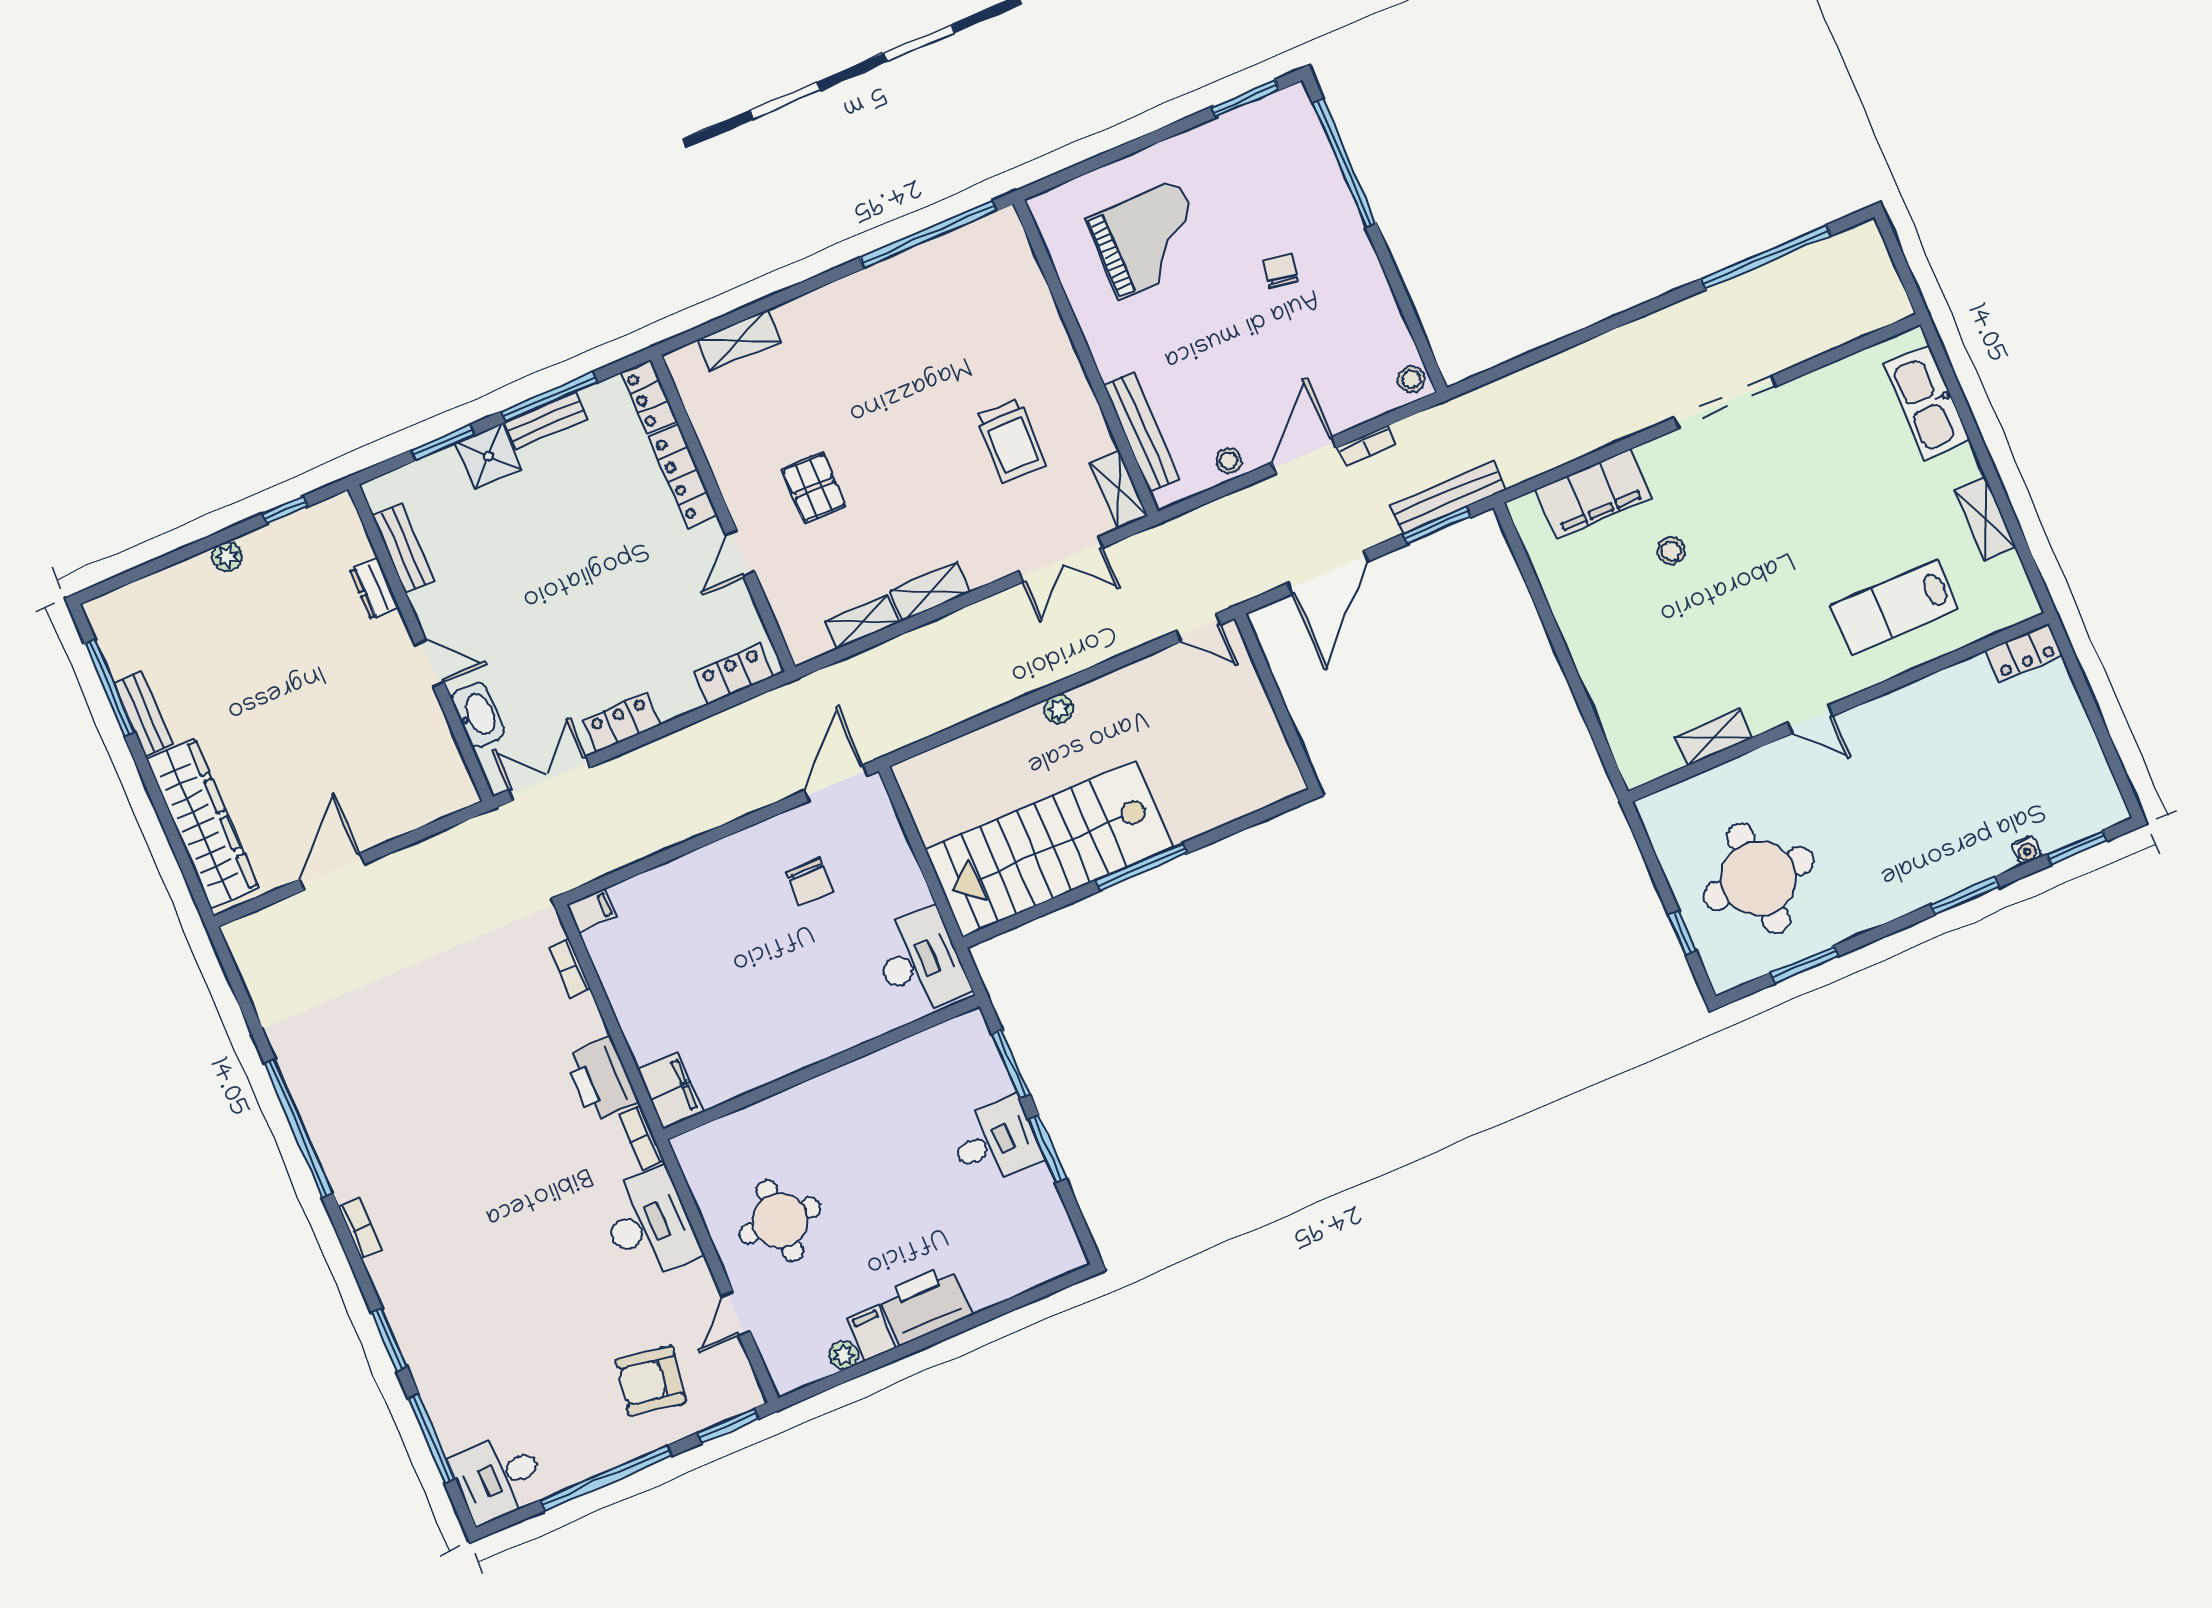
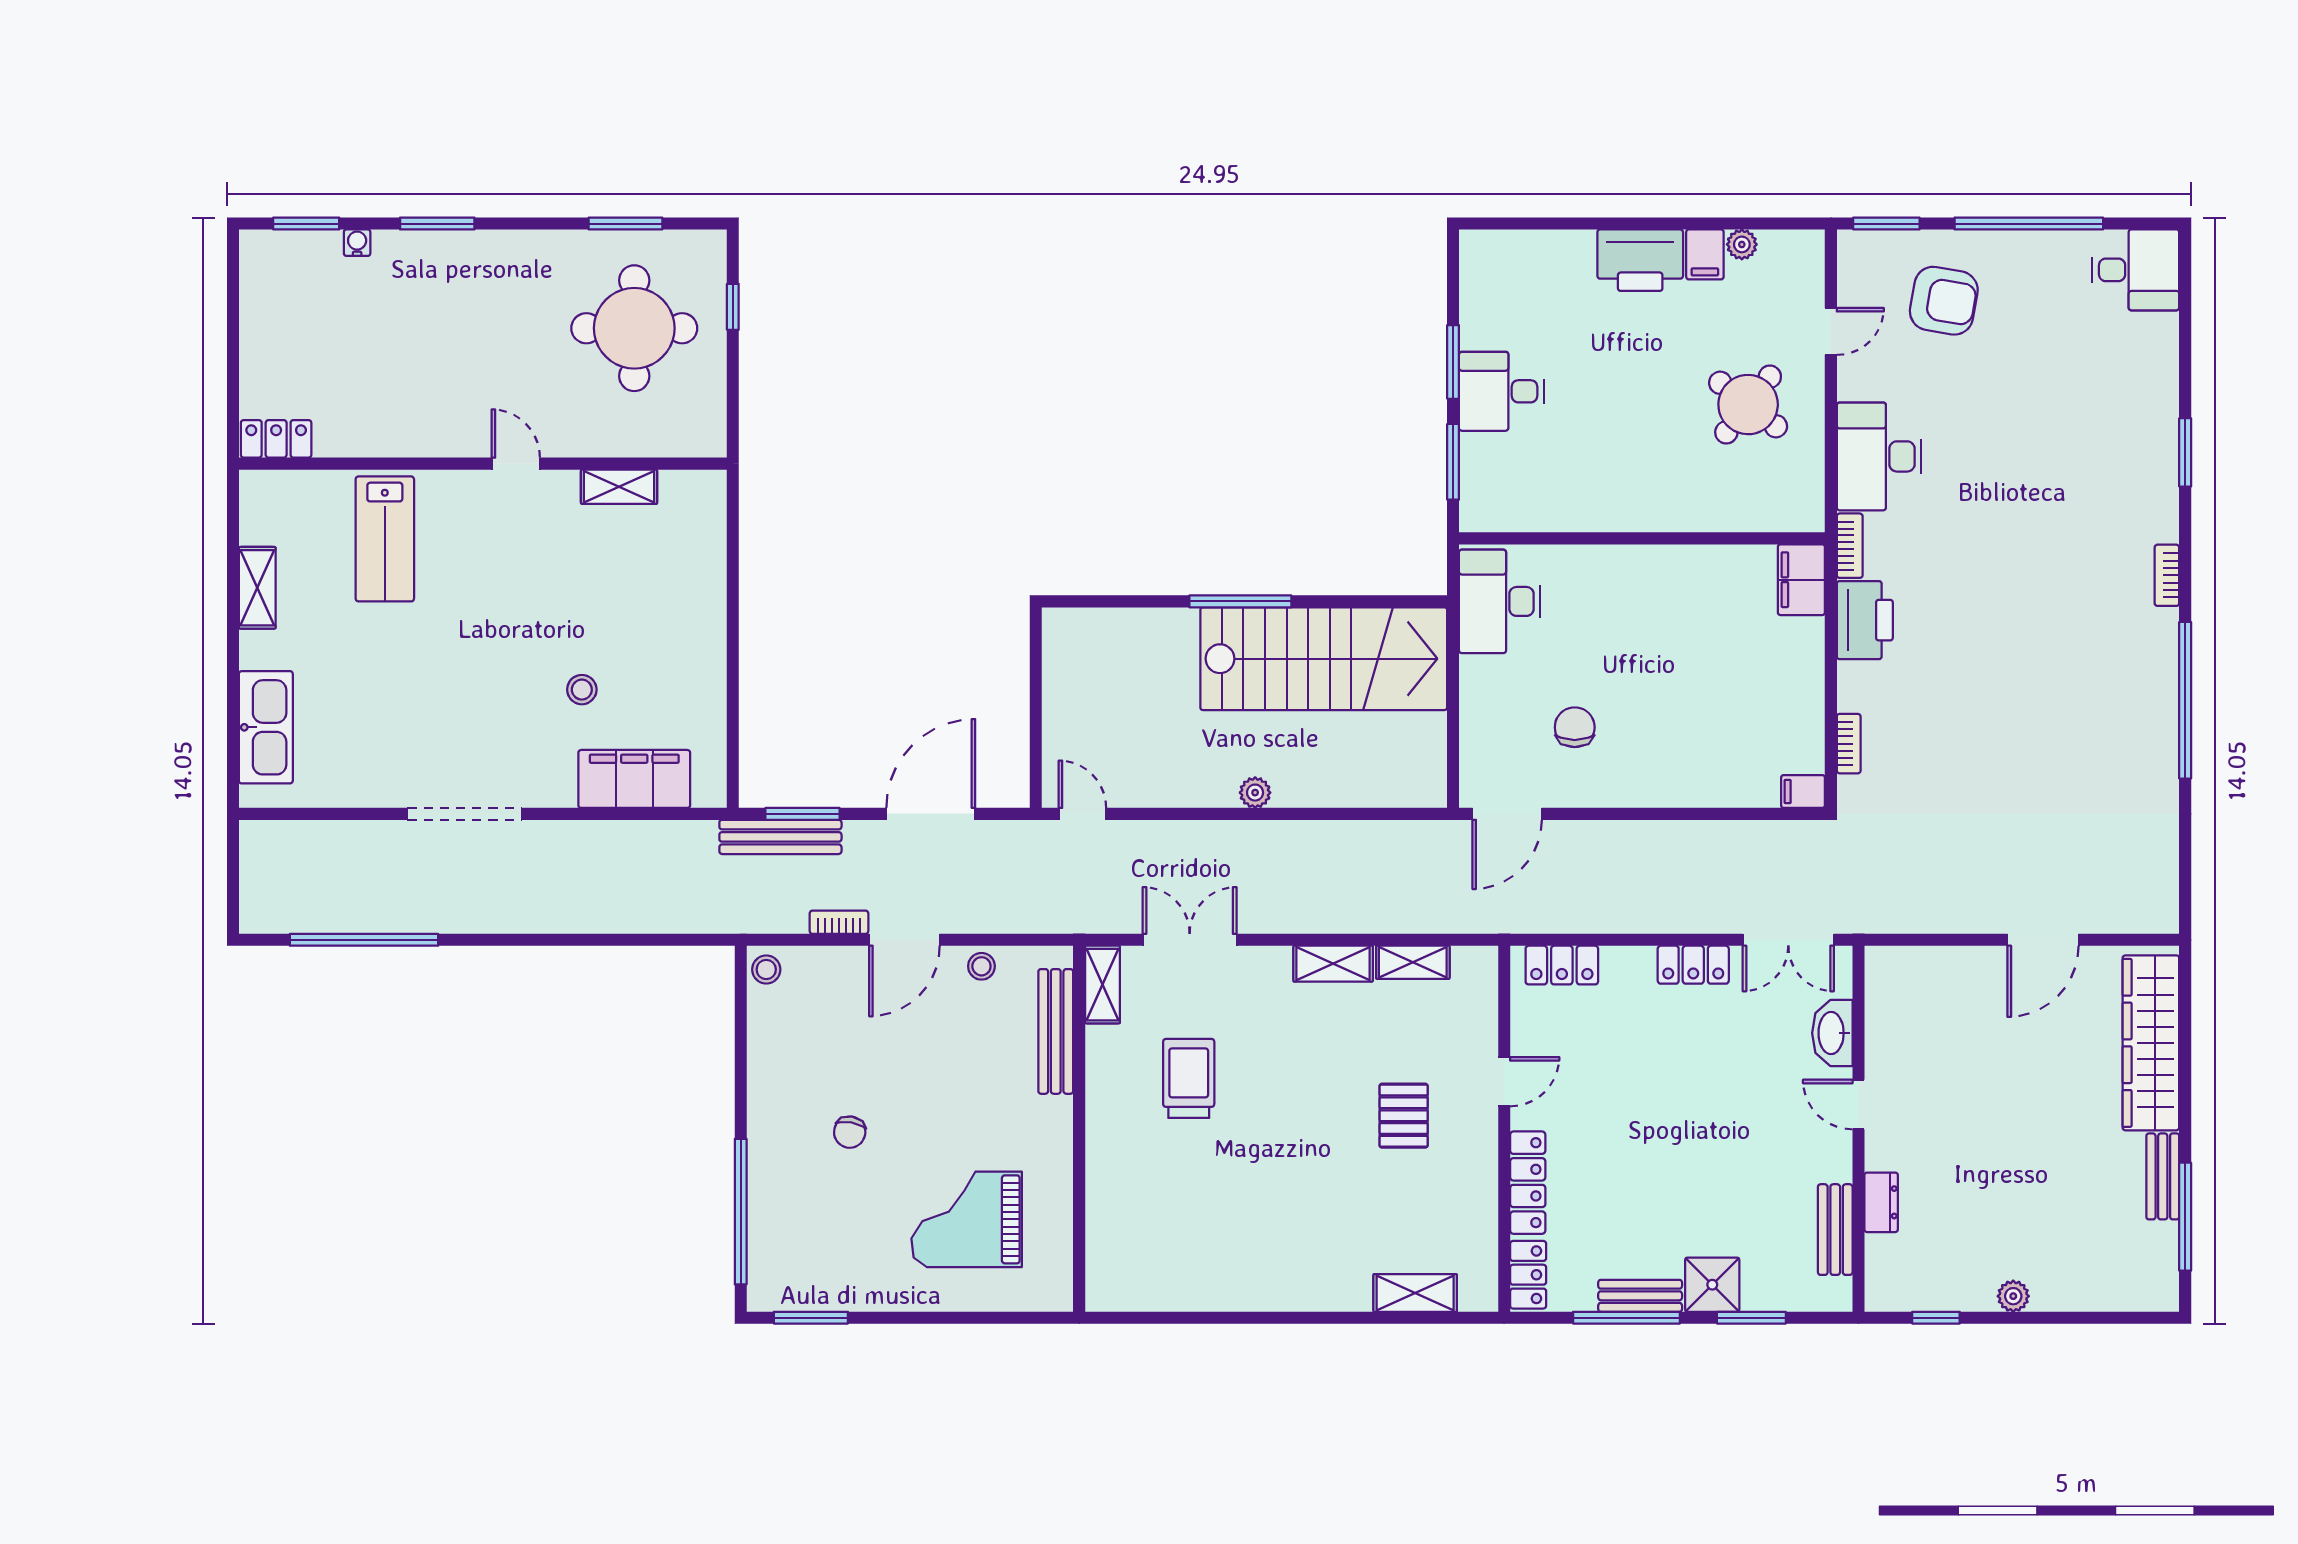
window: (928, 234) -> (1183, 1318), removed
lab bench: (1894, 607) -> (385, 539), turned 90
round table: (780, 1221) -> (1748, 405), turned 38
window: (432, 1439) -> (2185, 337), removed

